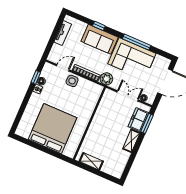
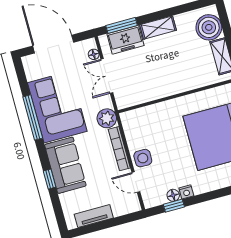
boiler: (111, 166) -> (209, 27), added

